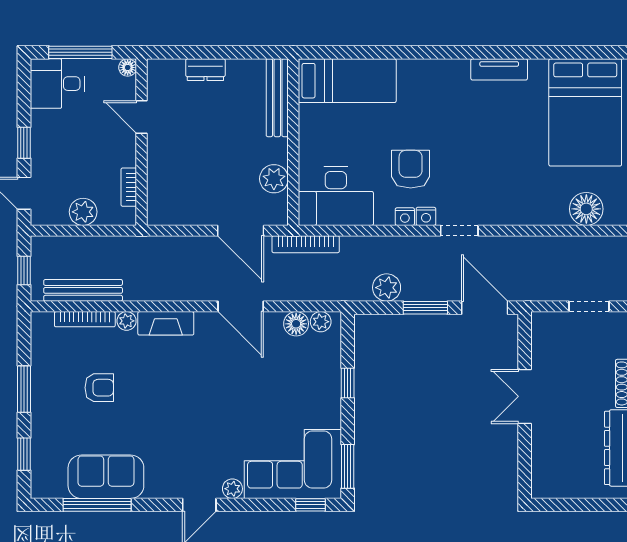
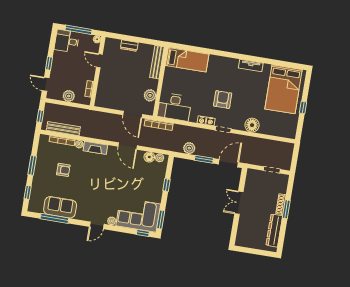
armchair: (411, 169) -> (223, 100), moved
floor lamp: (586, 209) -> (252, 125), moved
door: (485, 308) -> (228, 163), hinge flipped

